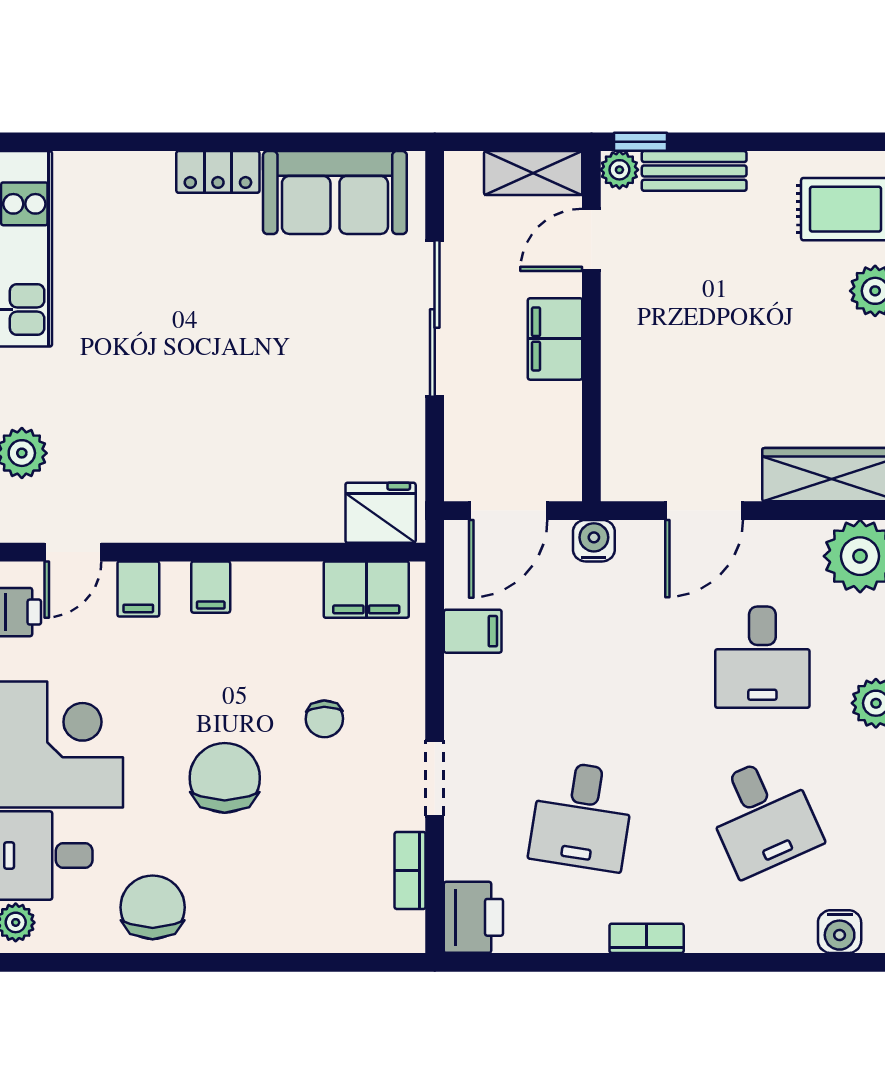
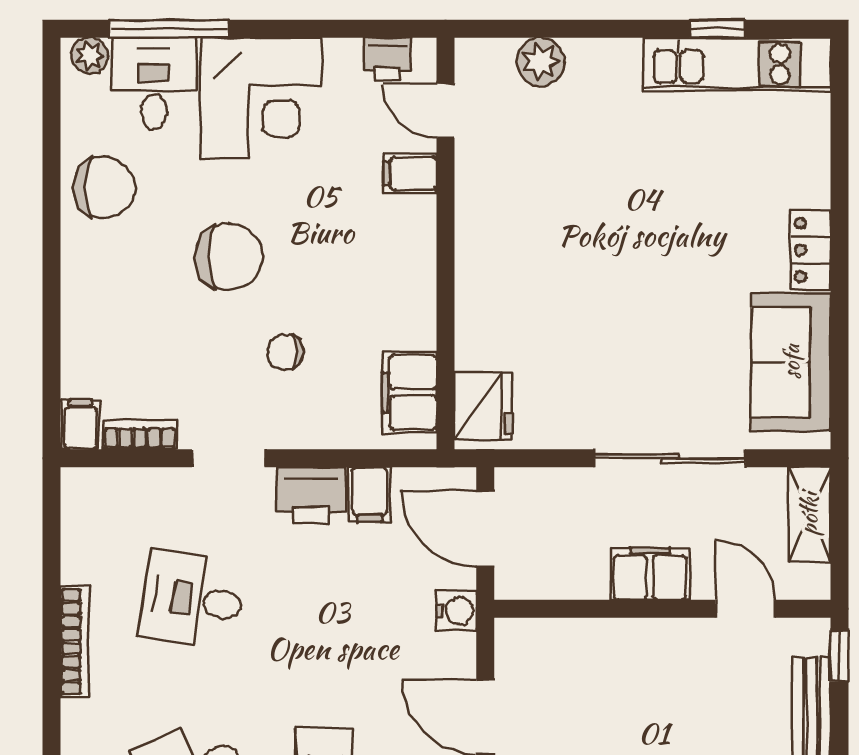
plant: (619, 170) -> (813, 636), removed
shelving: (533, 173) -> (809, 514), moved
filing cabinet: (211, 587) -> (81, 425), moved, turned 90
printer: (473, 917) -> (311, 495), moved
bookcase: (647, 938) -> (74, 642), width x1.56

